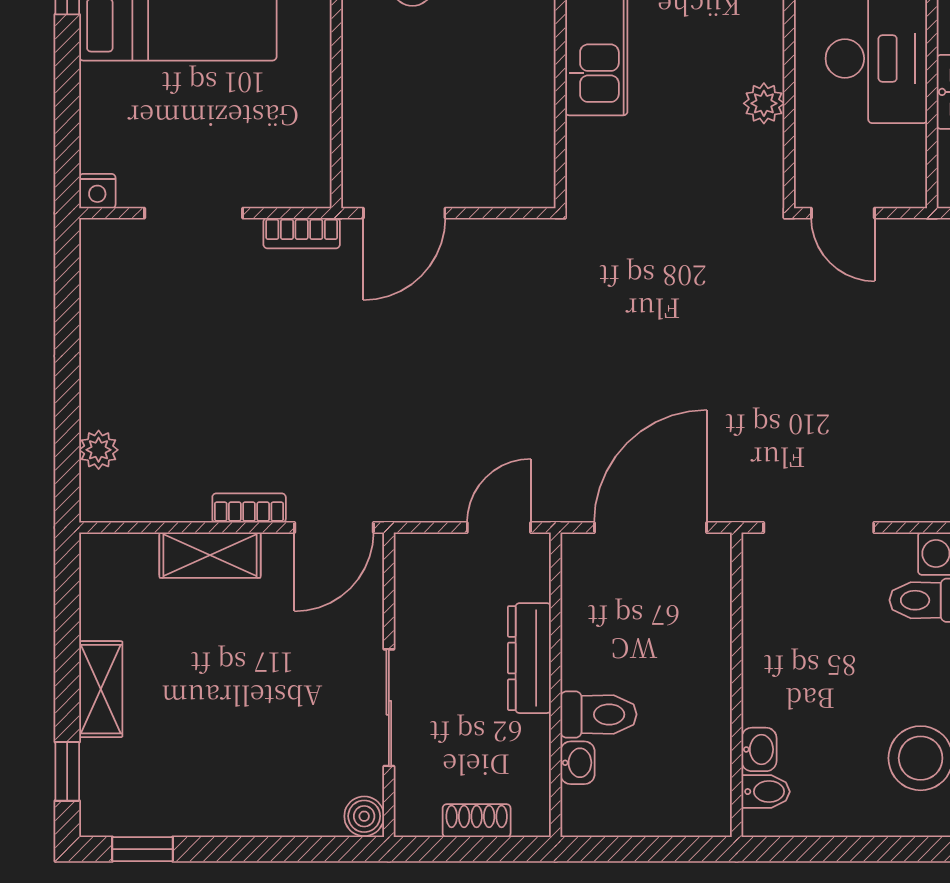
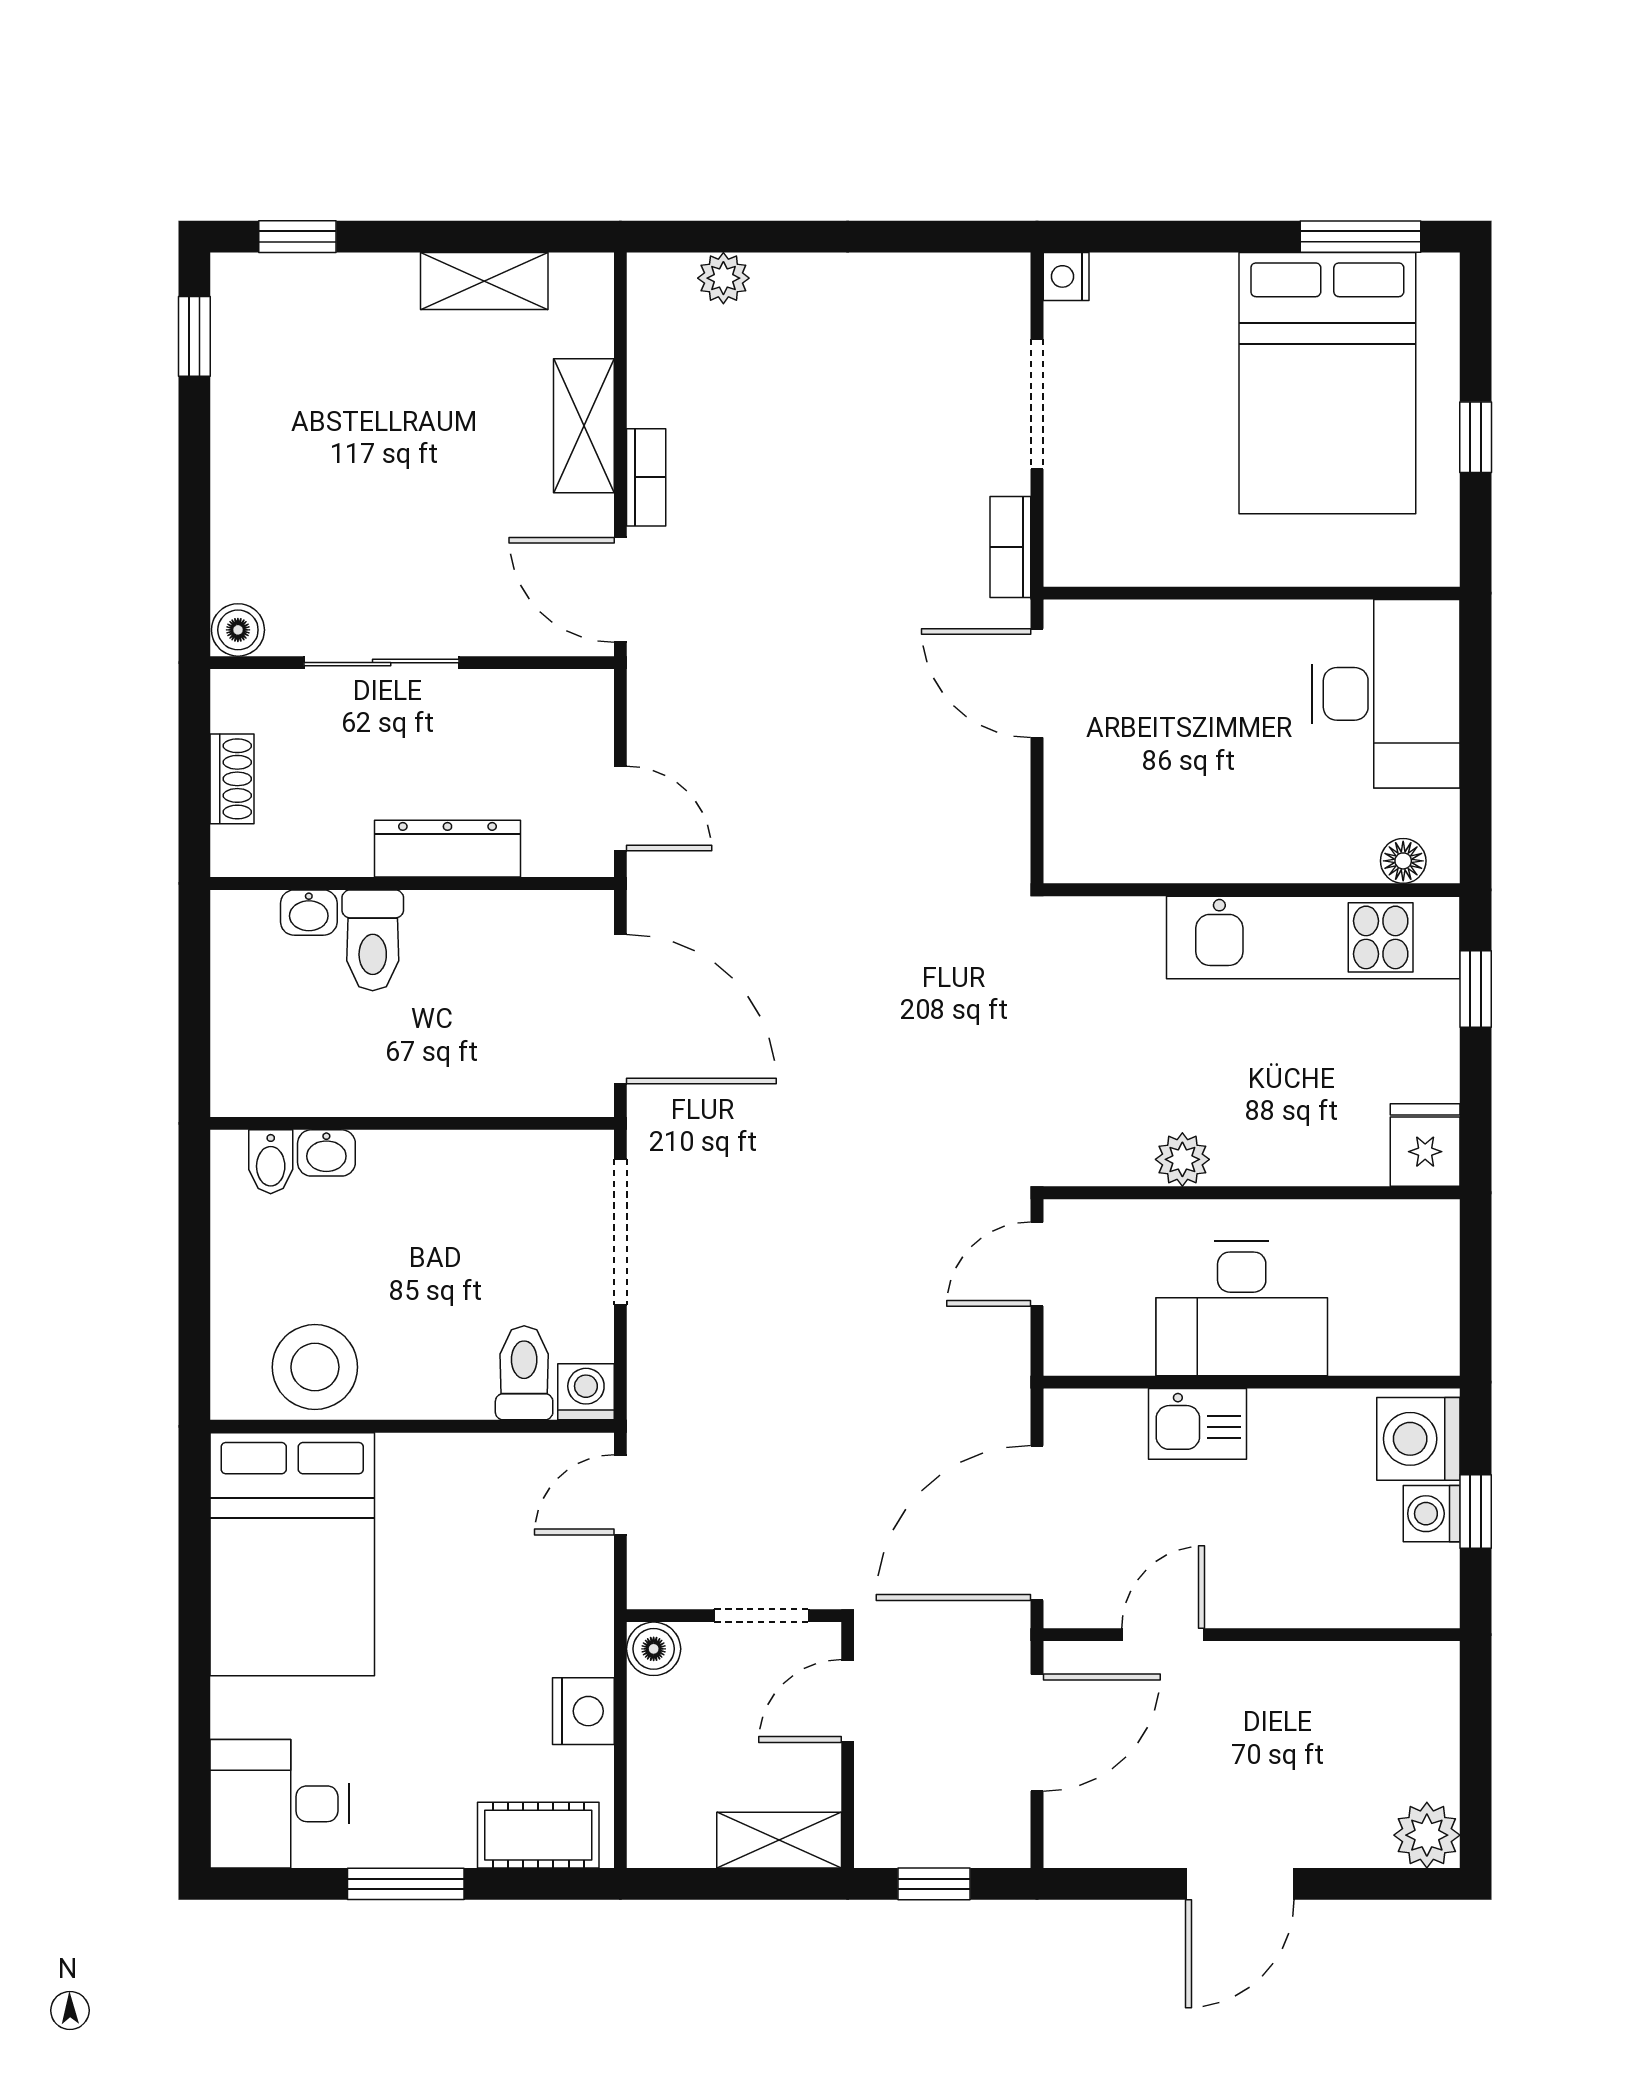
shelving: (101, 689) -> (484, 281), moved

